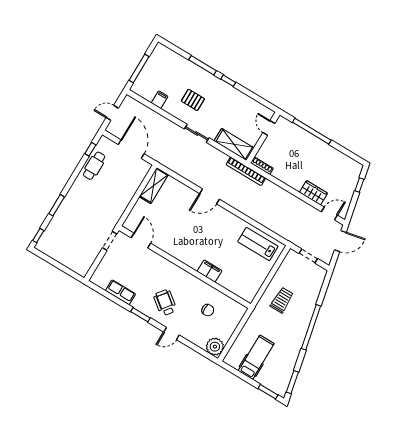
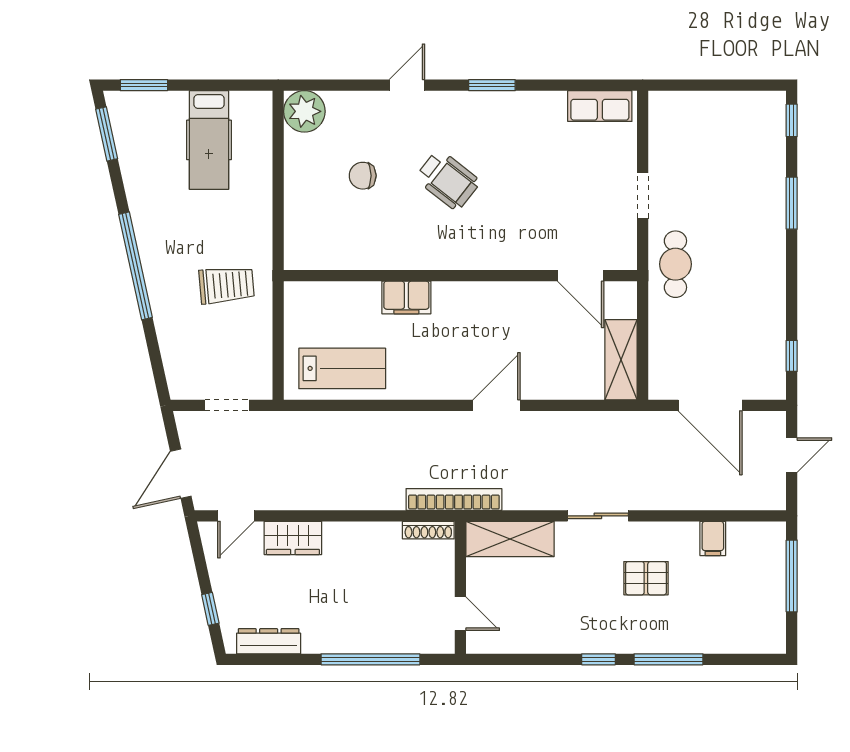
dresser: (345, 160) -> (269, 641), added
cafe table: (94, 166) -> (675, 264), moved
door: (141, 241) -> (581, 276), moved
wall: (185, 267) -> (460, 276), moved
filing cabinet: (209, 271) -> (406, 297), moved
row of seats: (120, 292) -> (600, 106), moved
trolley: (282, 300) -> (226, 285), turned -95
wheelchair: (165, 303) -> (448, 180), moved

